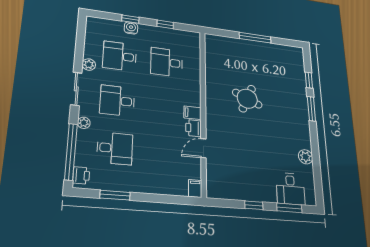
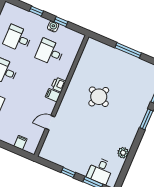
water cooler: (131, 28) -> (53, 26), moved
printer: (194, 128) -> (58, 85), moved
filing cabinet: (195, 188) -> (20, 142), moved

